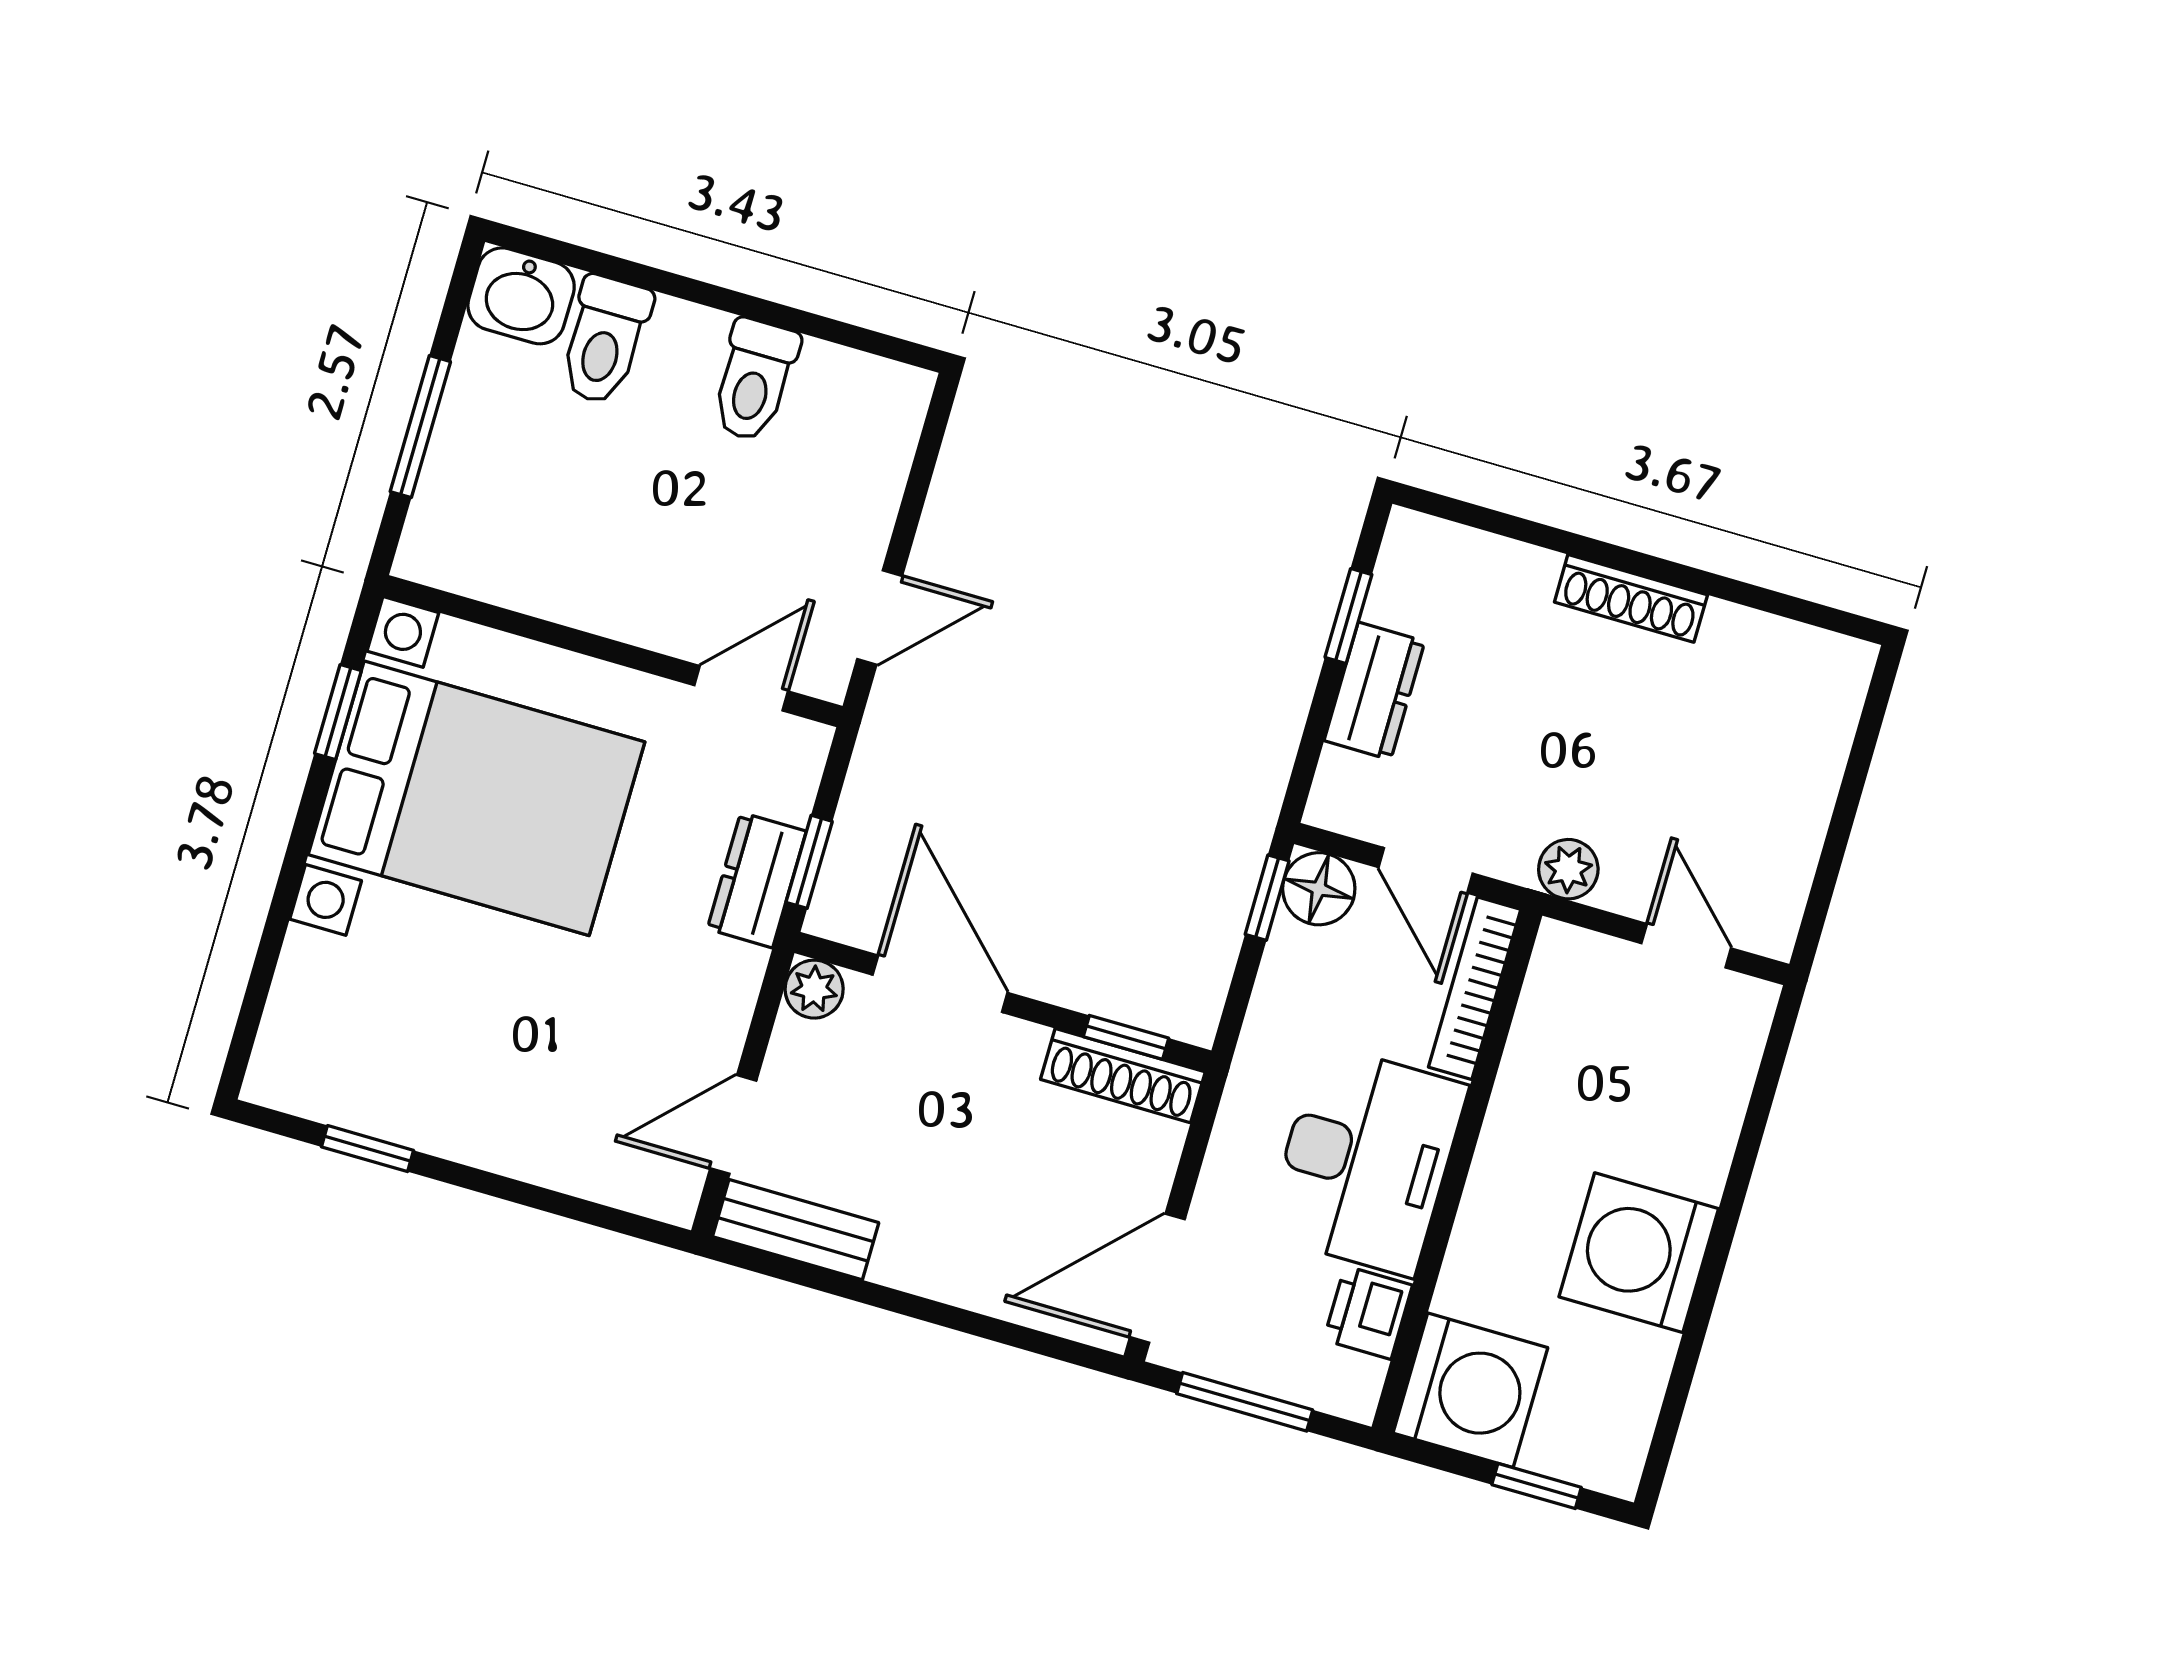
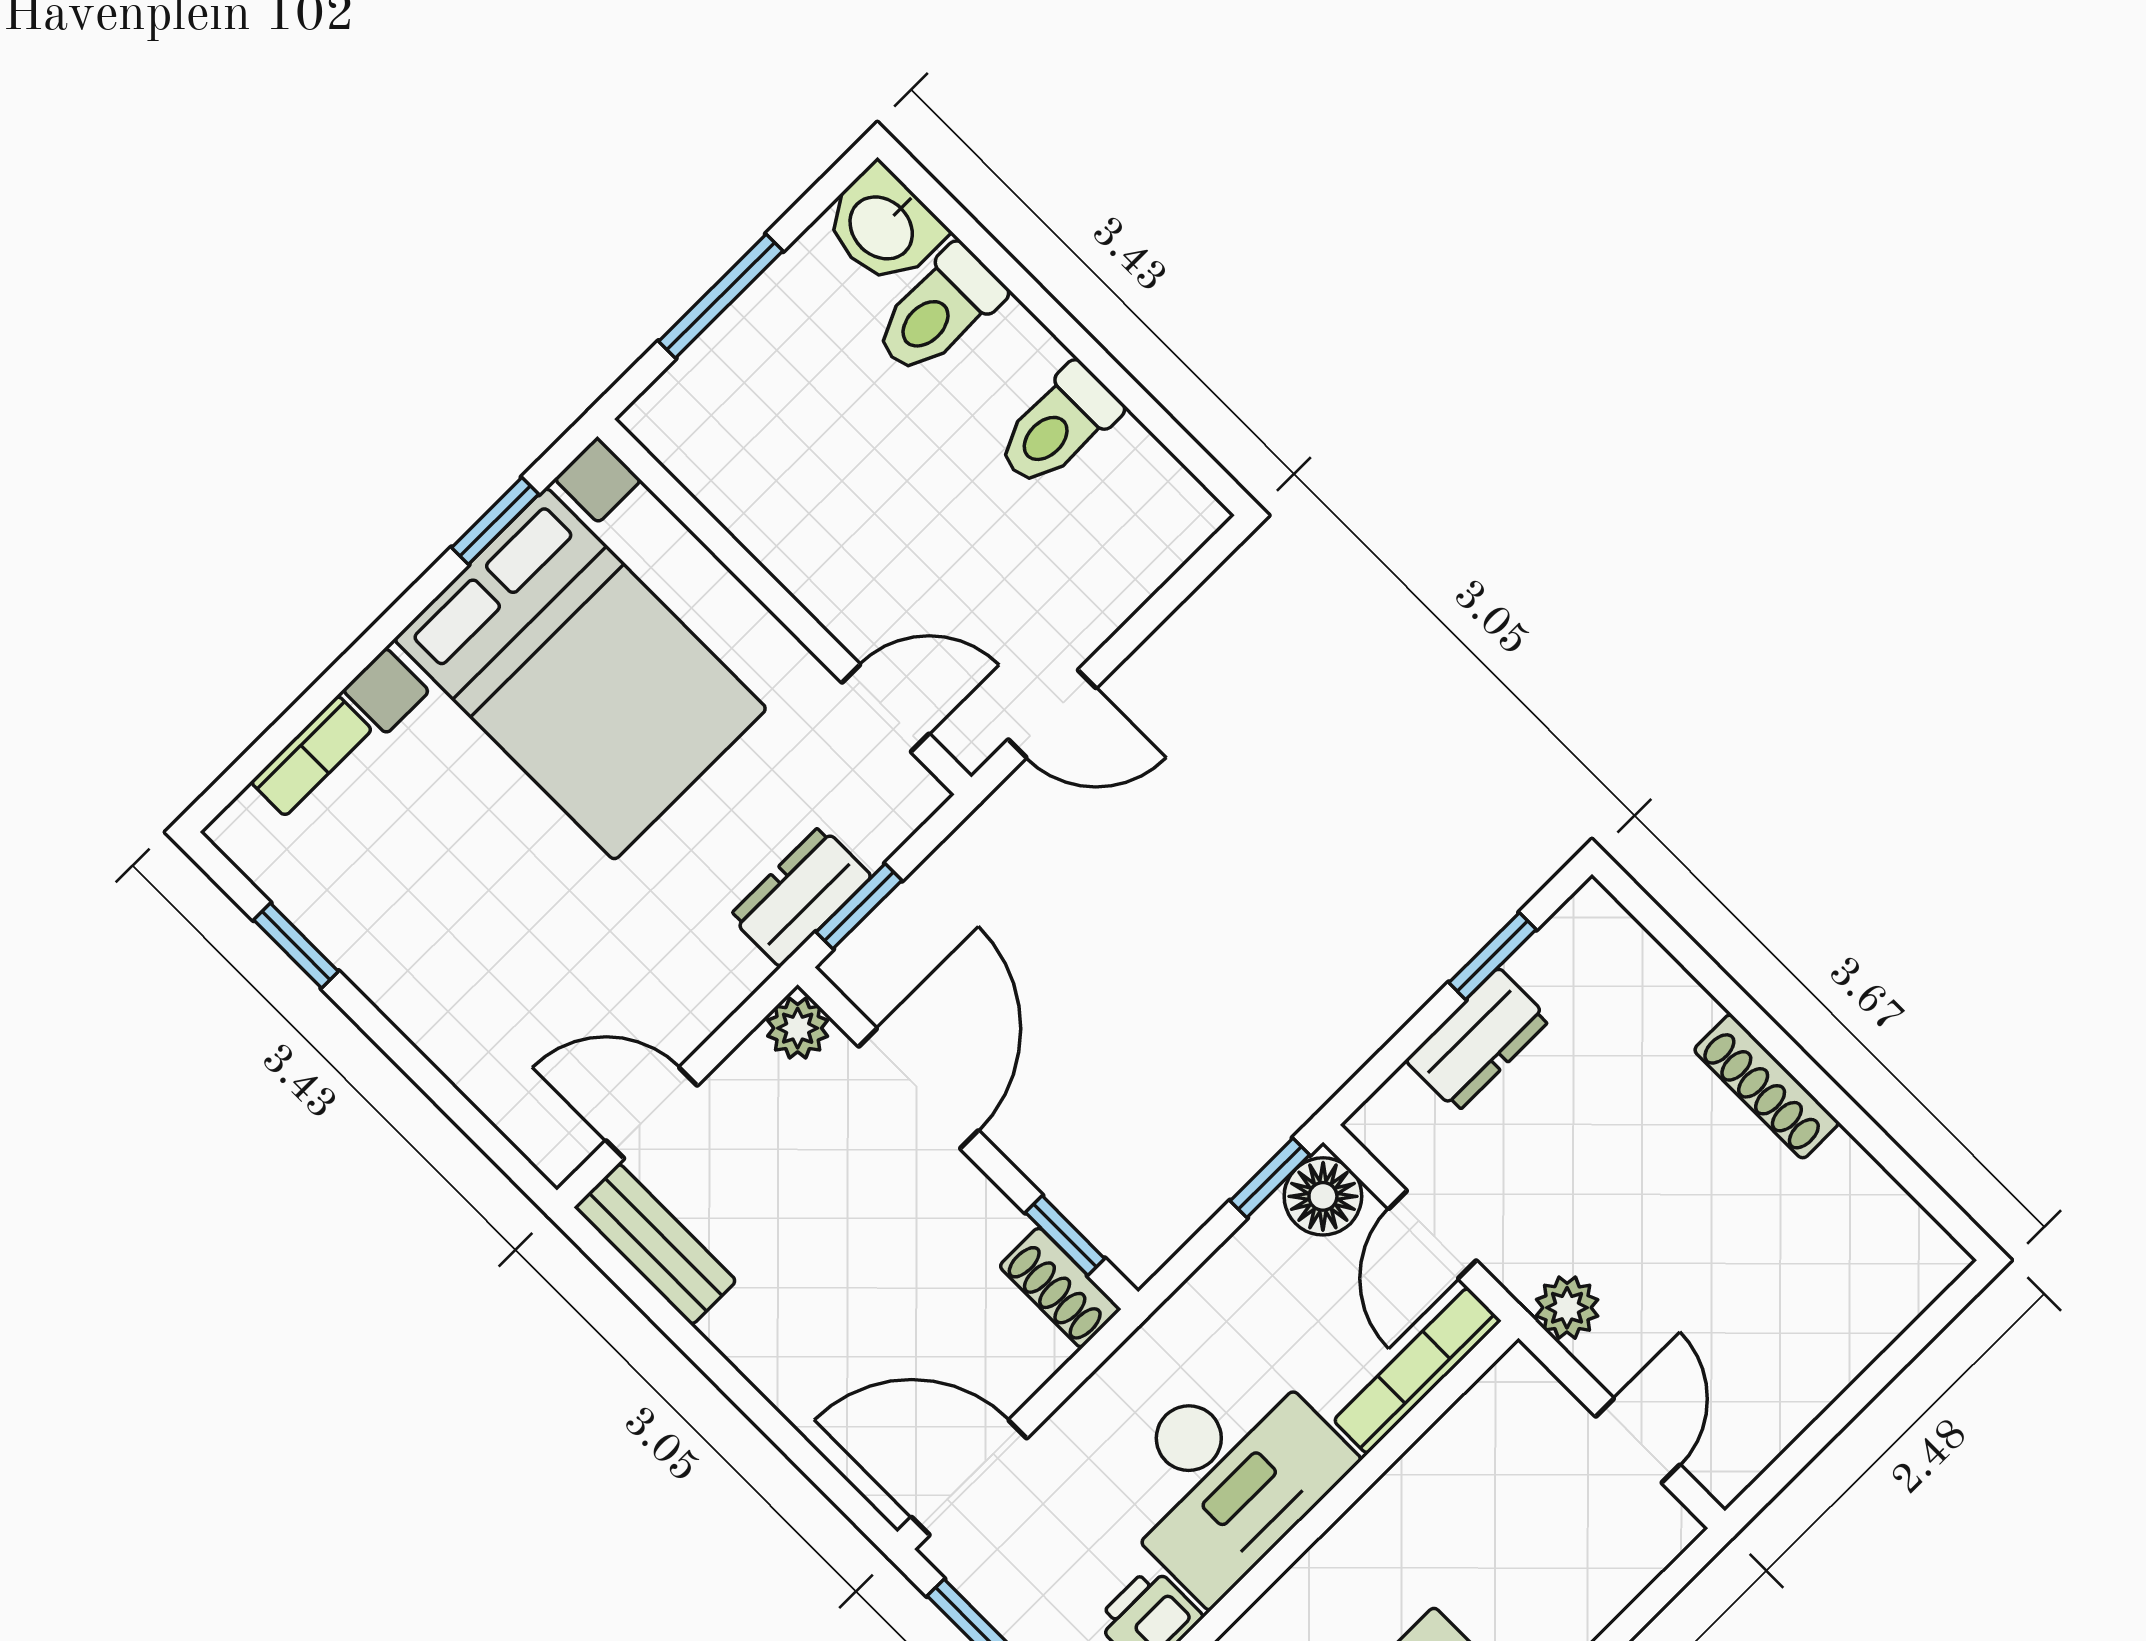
bookcase: (294, 987) -> (311, 756), added
shoe rack: (1123, 1076) -> (1060, 1288), width x0.70

